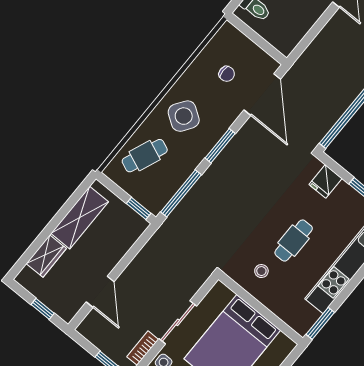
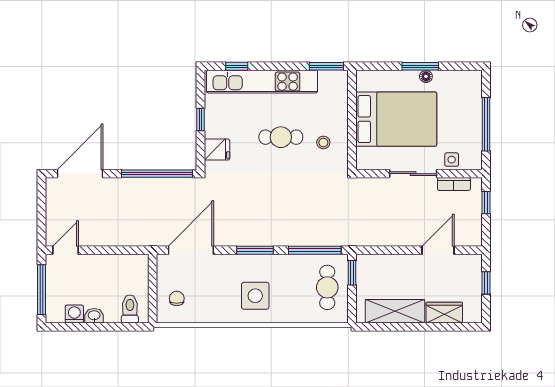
chair: (227, 74) -> (177, 298), moved
side table: (184, 116) -> (255, 296), turned -34
cafe table: (145, 156) -> (327, 287), moved, turned 68

